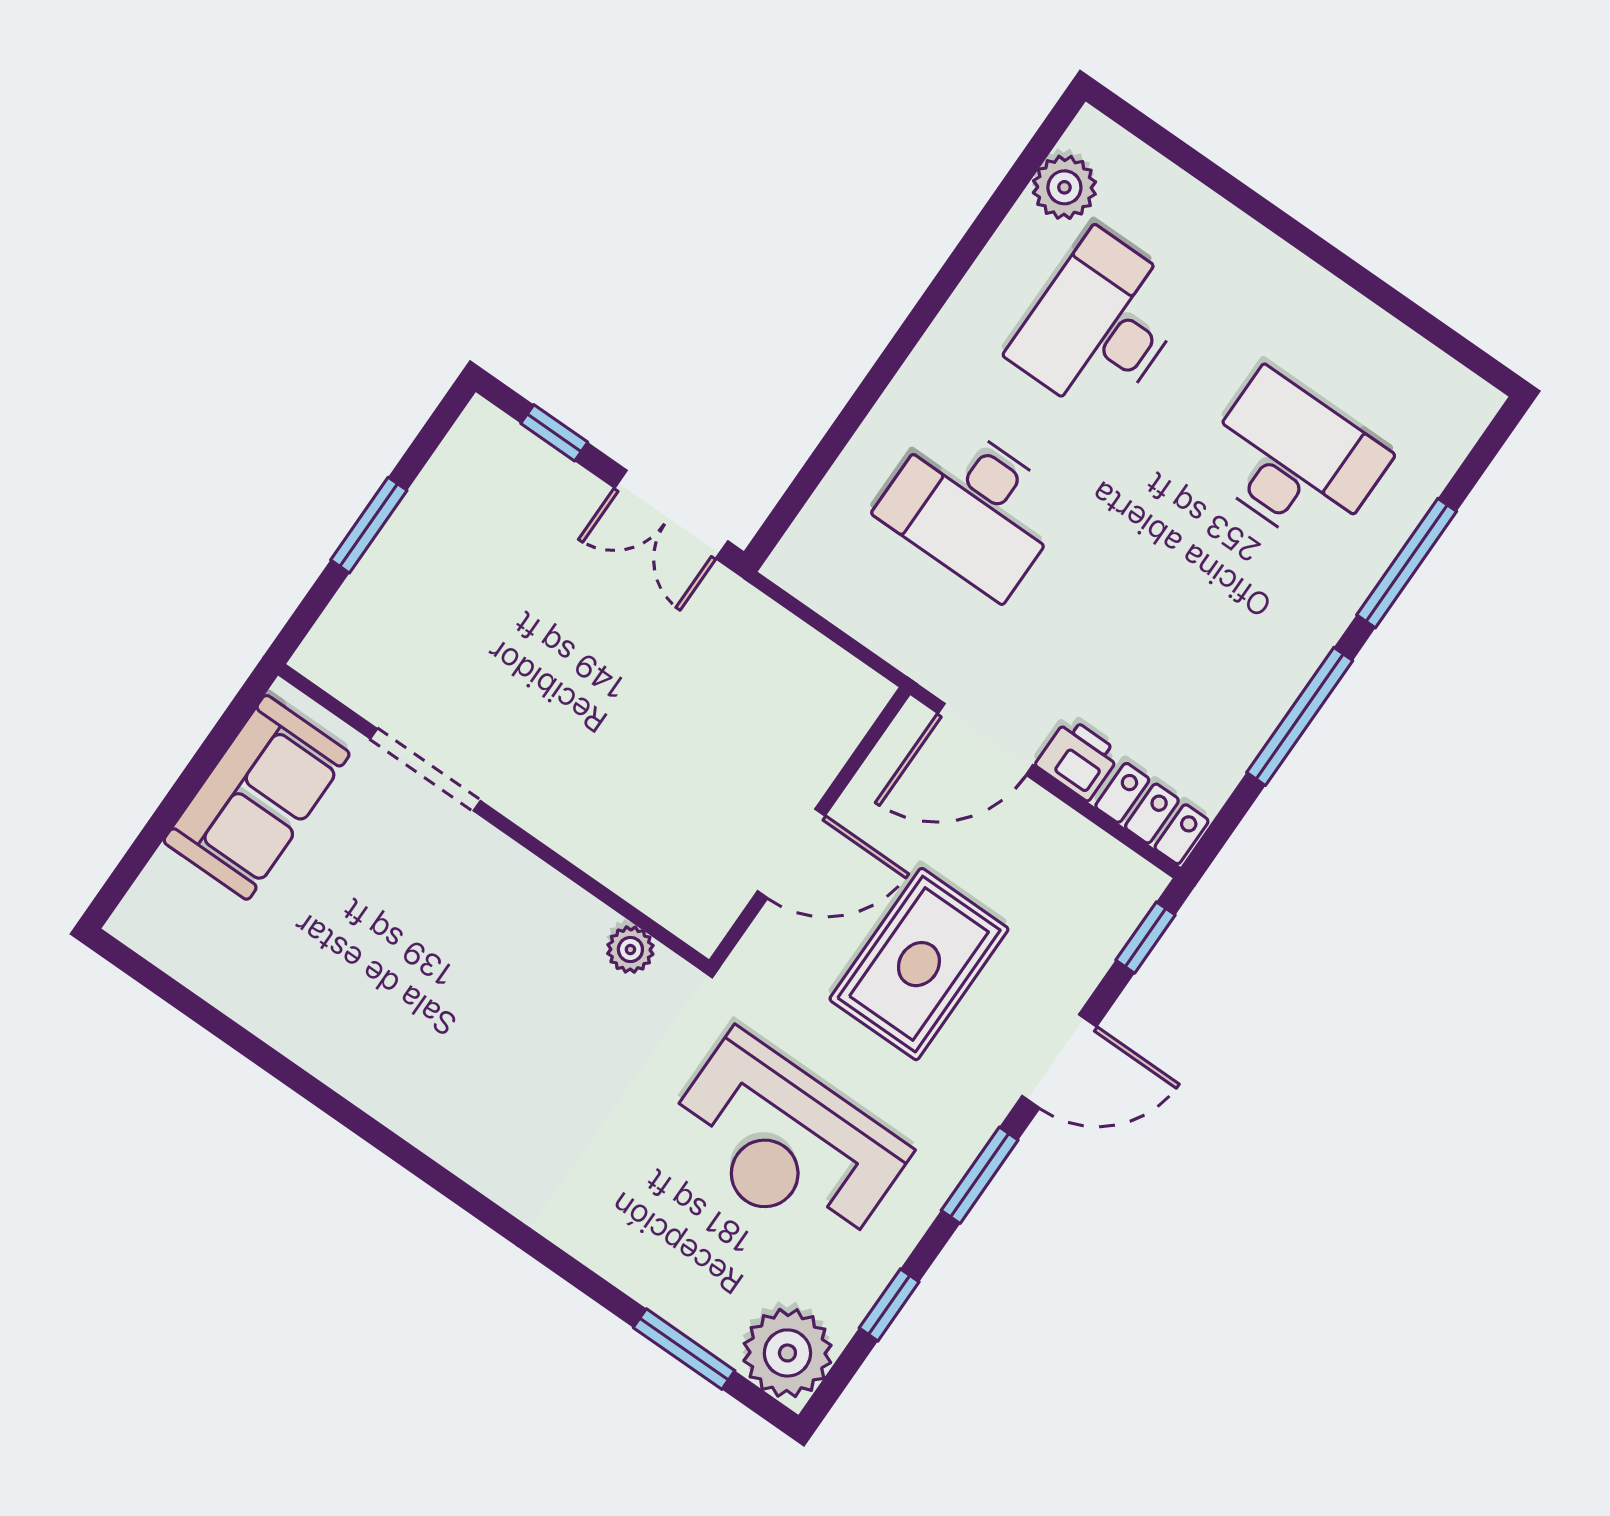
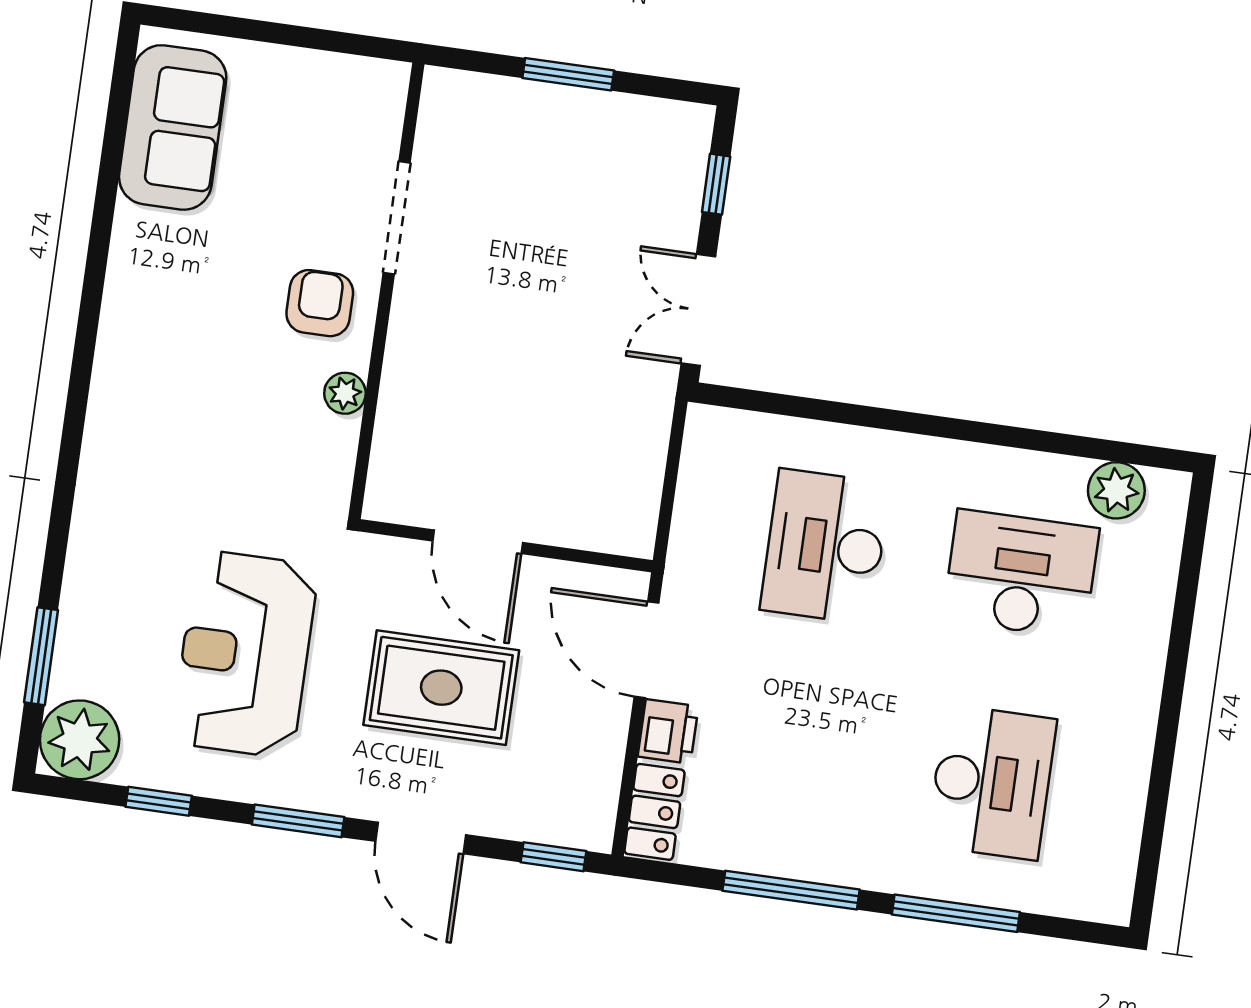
sofa: (257, 797) -> (173, 127), moved, turned -90
armchair: (472, 890) -> (320, 303), added
plant: (630, 950) -> (345, 393), moved

